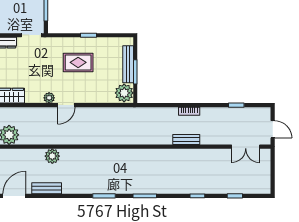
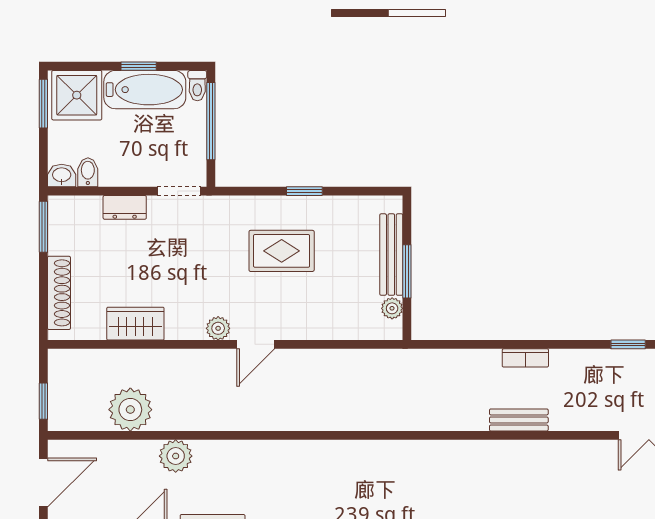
plant: (124, 93) -> (392, 308), width x0.53, depth x0.53
plant: (52, 156) -> (176, 456), moved

